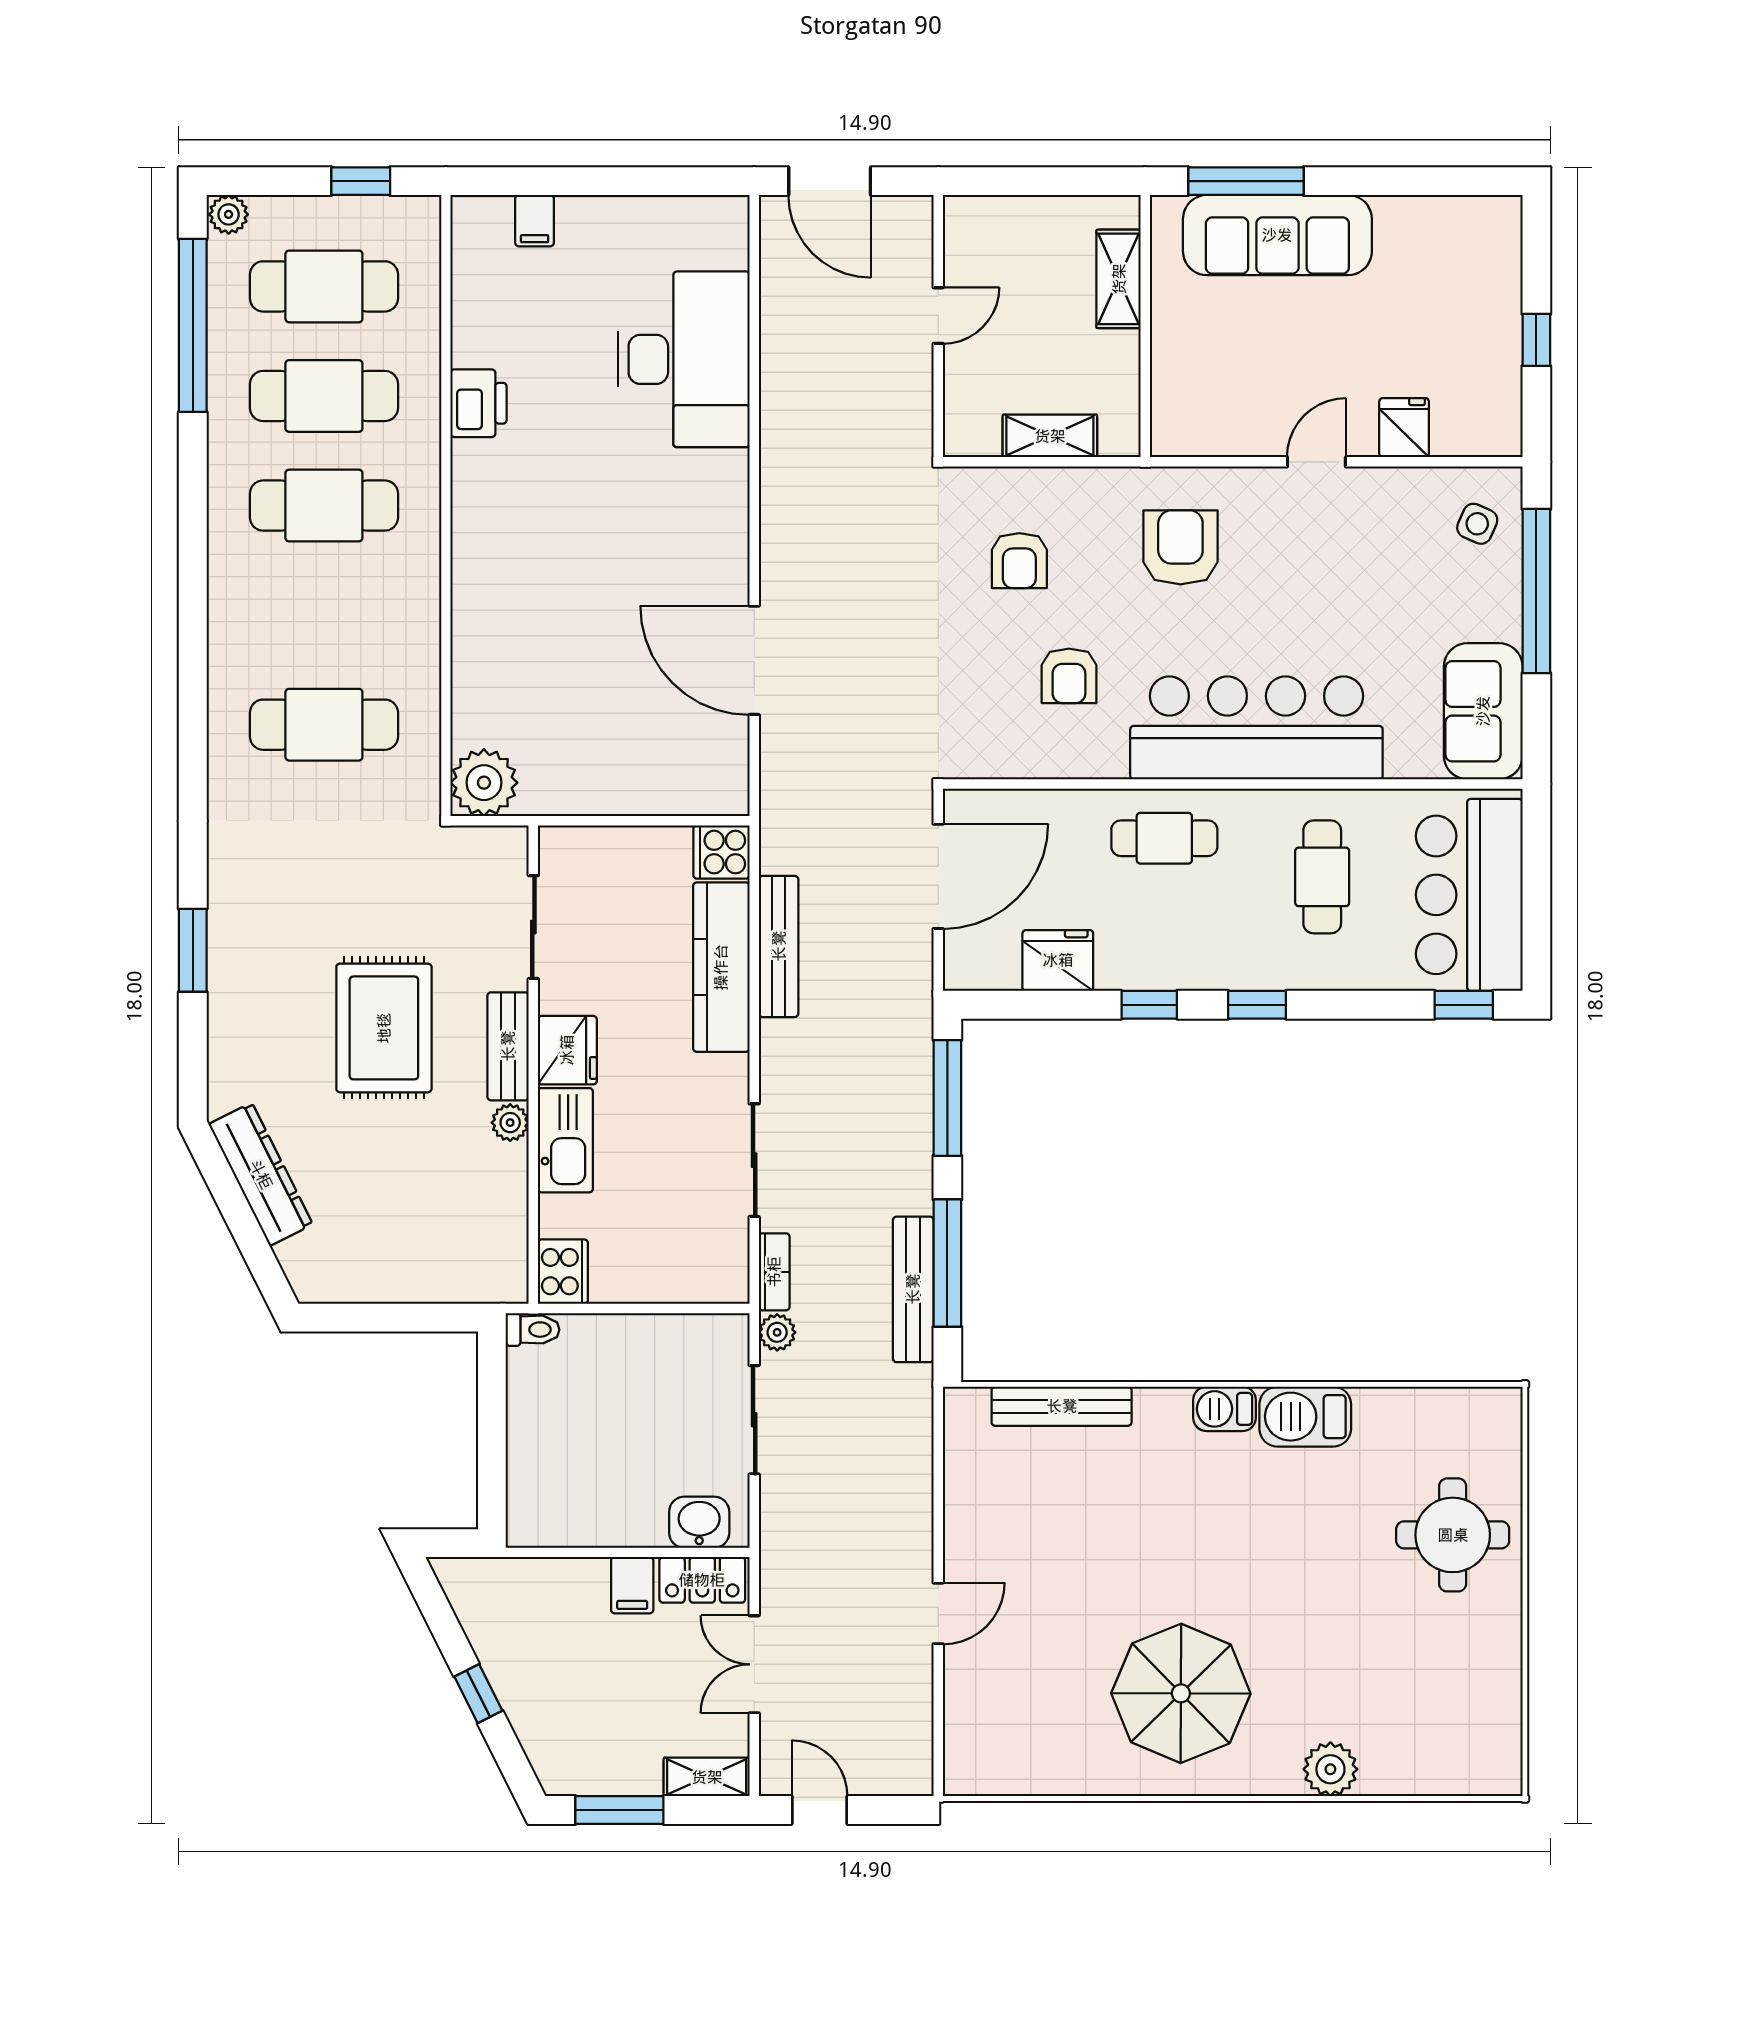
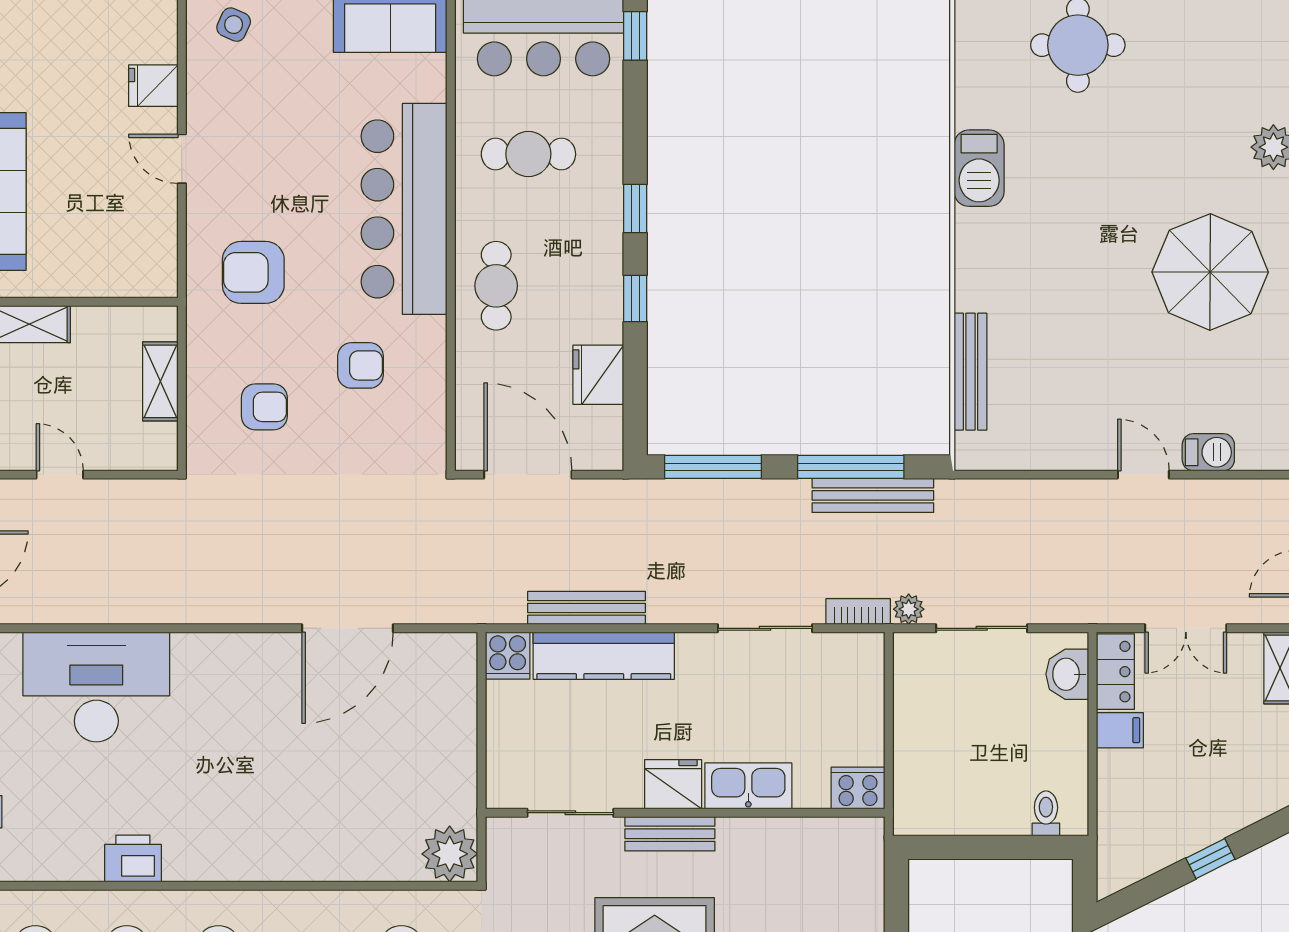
plant: (510, 1123) -> (734, 832), removed
toilet: (532, 1330) -> (1046, 813), moved
barbecue: (1225, 1409) -> (1208, 452), moved, turned -90

